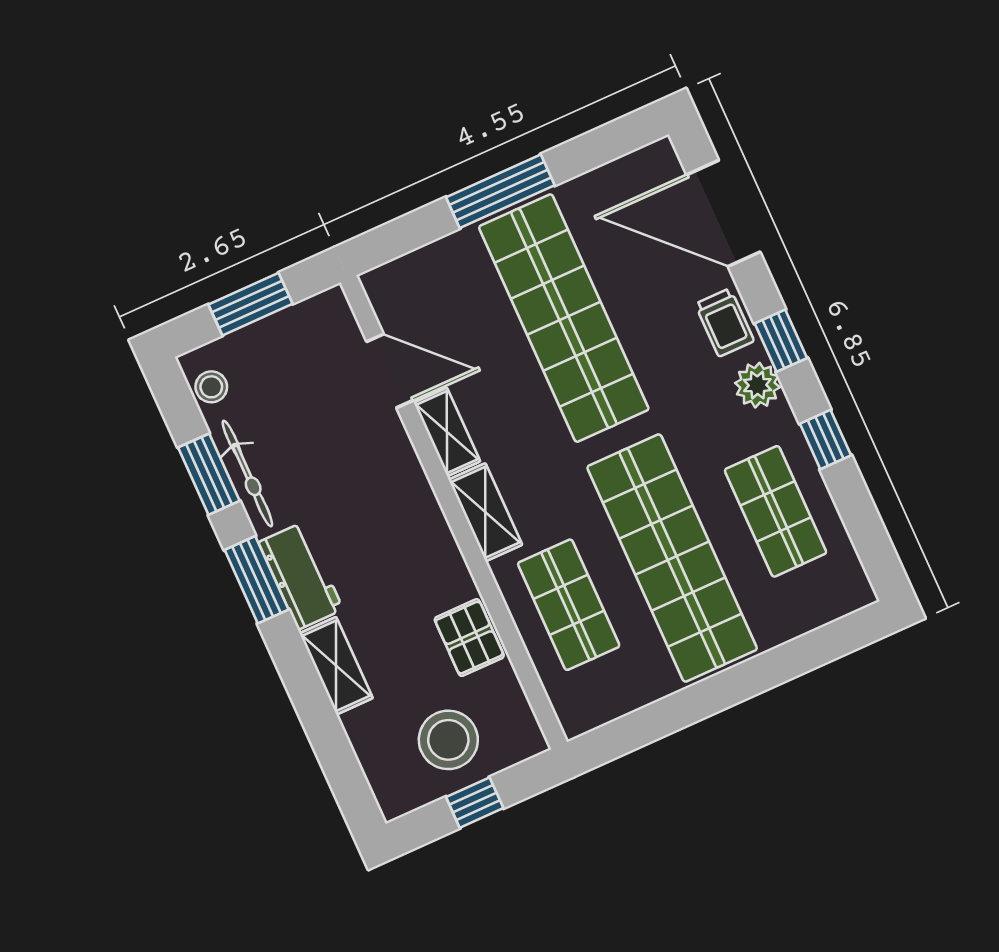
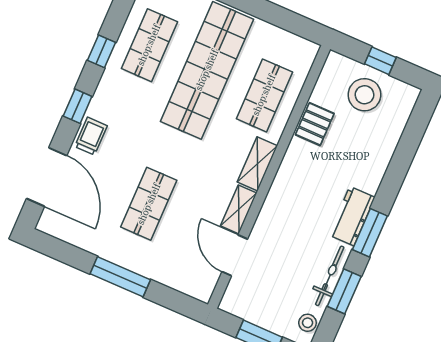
shop shelf: (564, 318) -> (149, 204), width x0.50, depth x0.74
plant: (757, 385) -> (104, 99), removed
shelving: (336, 666) -> (376, 168), removed

